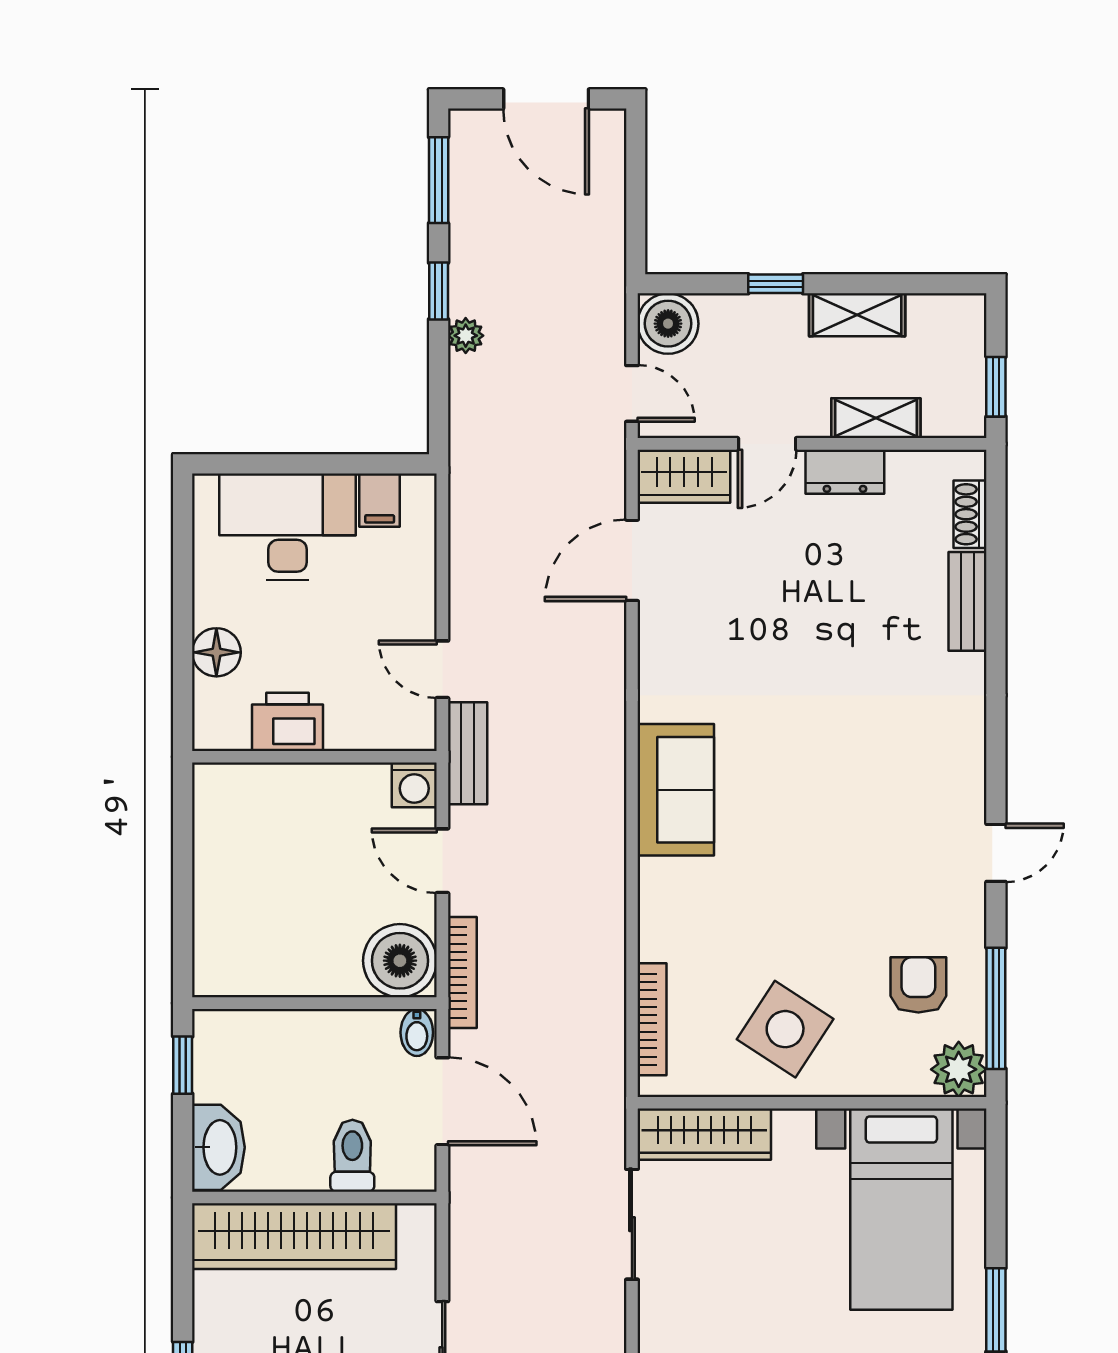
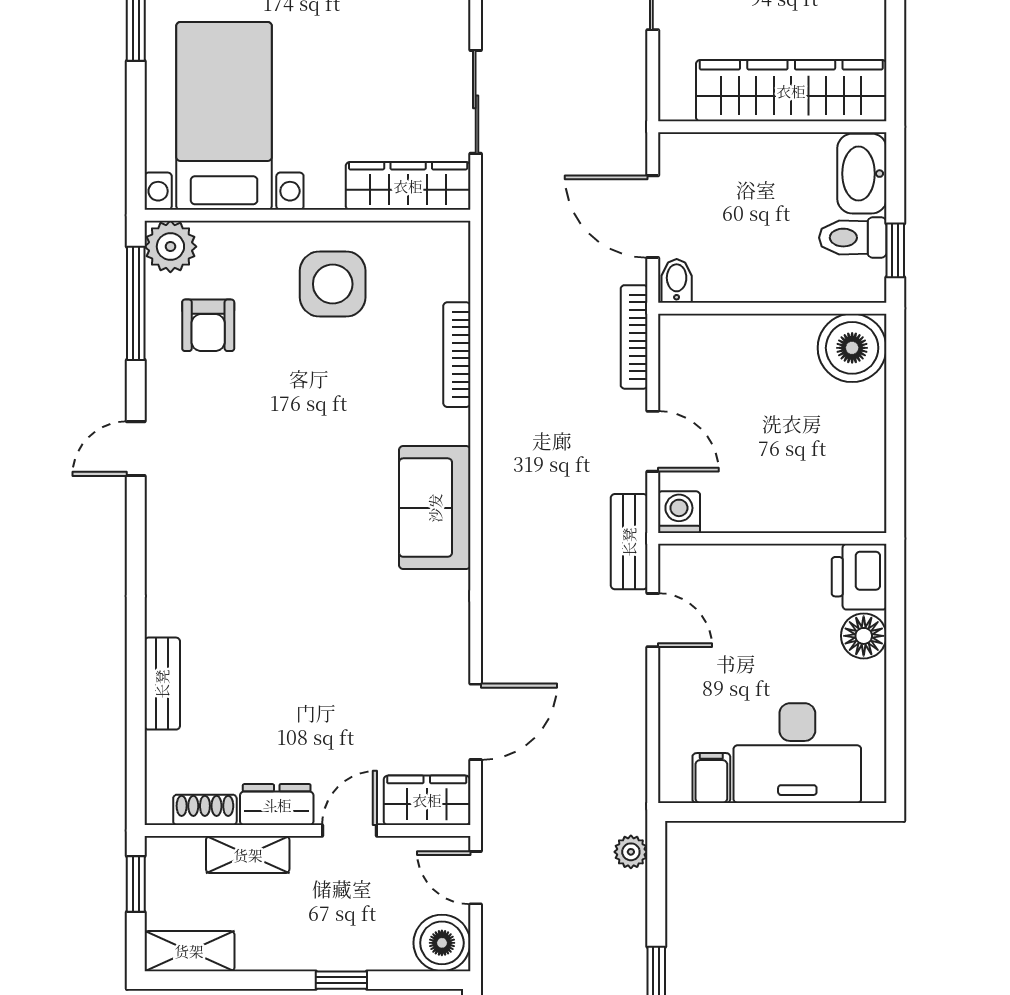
shelving: (857, 315) -> (189, 951), moved
plant: (466, 336) -> (631, 852), moved
shoe rack: (970, 514) -> (205, 810), moved, turned -90
printer: (287, 722) -> (859, 577), moved, turned 90
boiler: (400, 961) -> (852, 348), moved
bookcase: (652, 1019) -> (457, 355), moved
side table: (785, 1029) -> (333, 284), turned -33
toilet: (352, 1156) -> (853, 238), moved, turned 90

